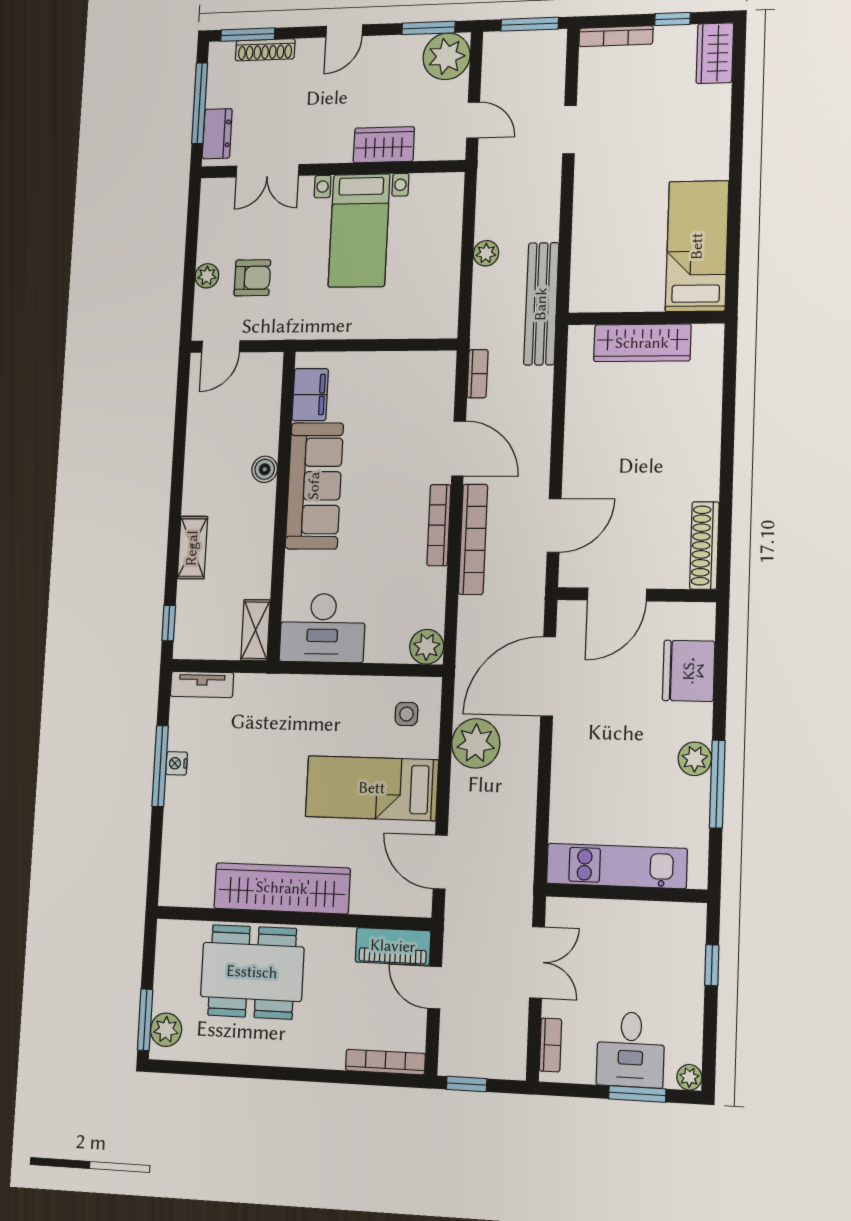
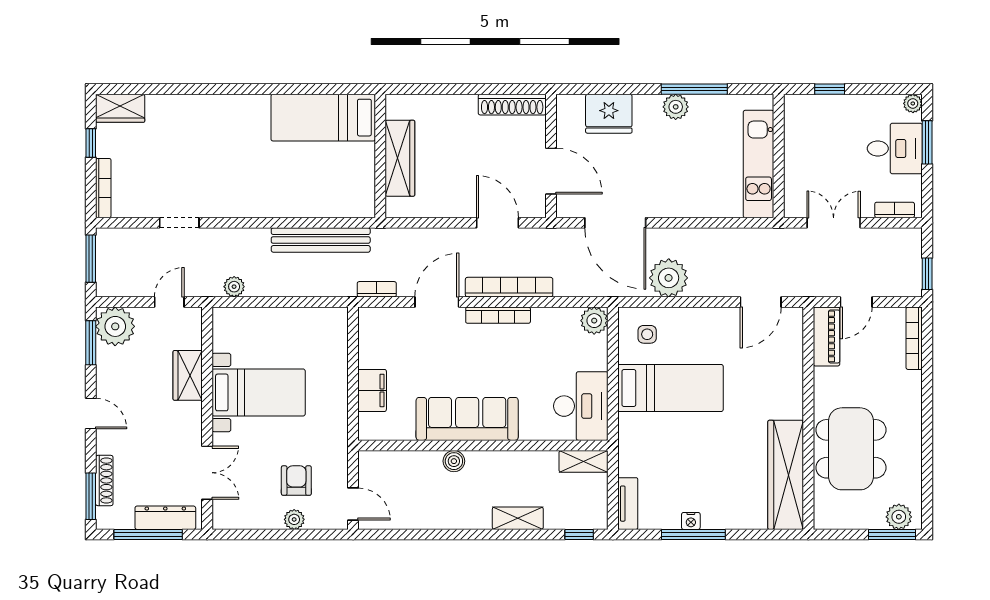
dresser: (217, 134) -> (165, 518), width x1.44
bed: (697, 246) -> (323, 118), moved
plant: (486, 253) -> (234, 287), moved
wall: (646, 318) -> (380, 156), moved
wardrobe: (642, 343) -> (400, 158), moved
filing cabinet: (310, 395) -> (372, 390), moved, turned 90
bed: (372, 788) -> (670, 388), moved, turned -90
wardrobe: (282, 888) -> (786, 475), moved

